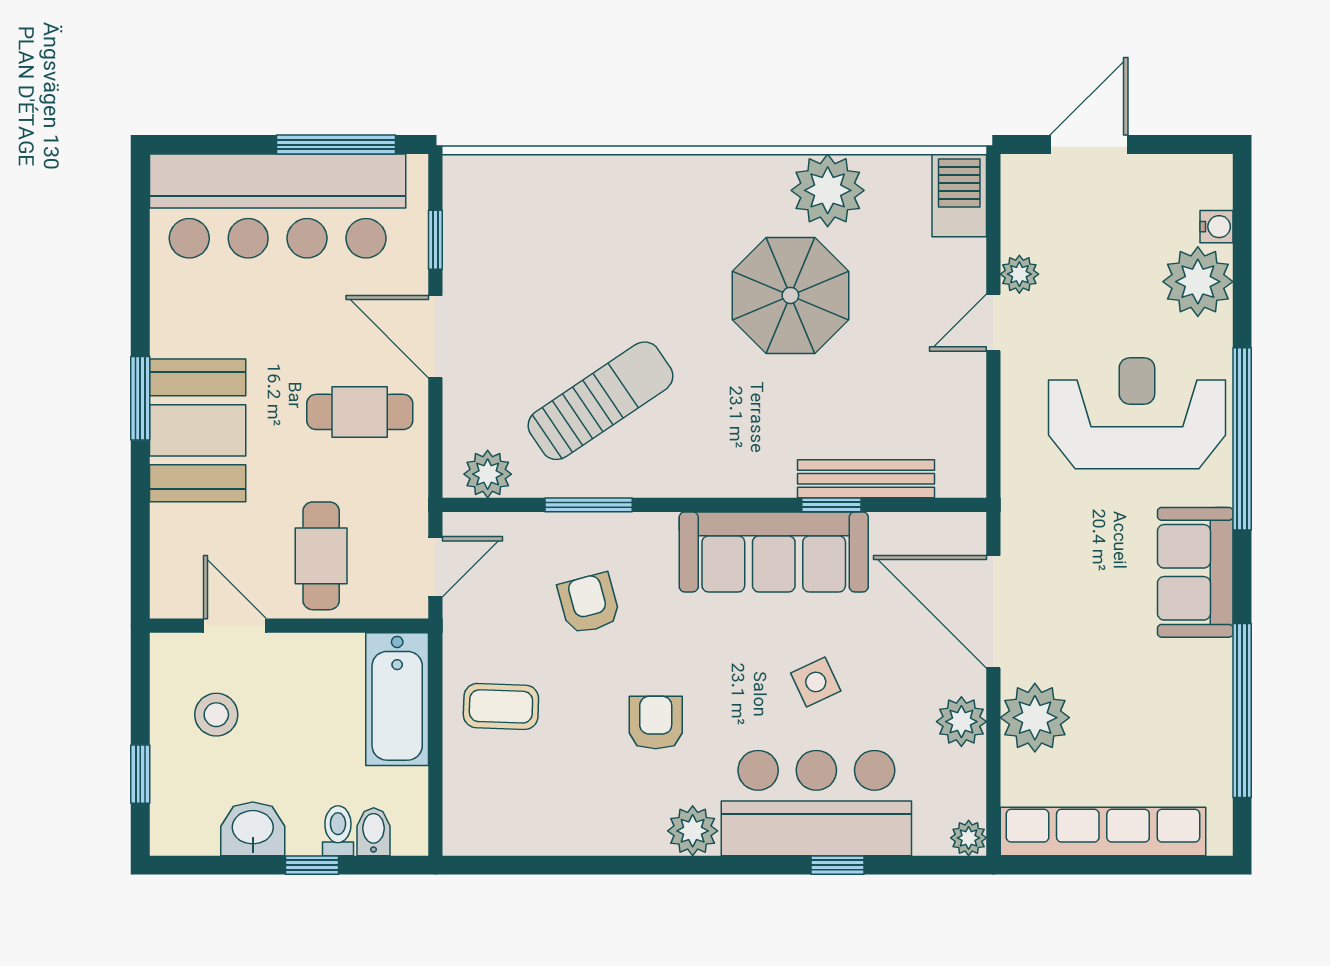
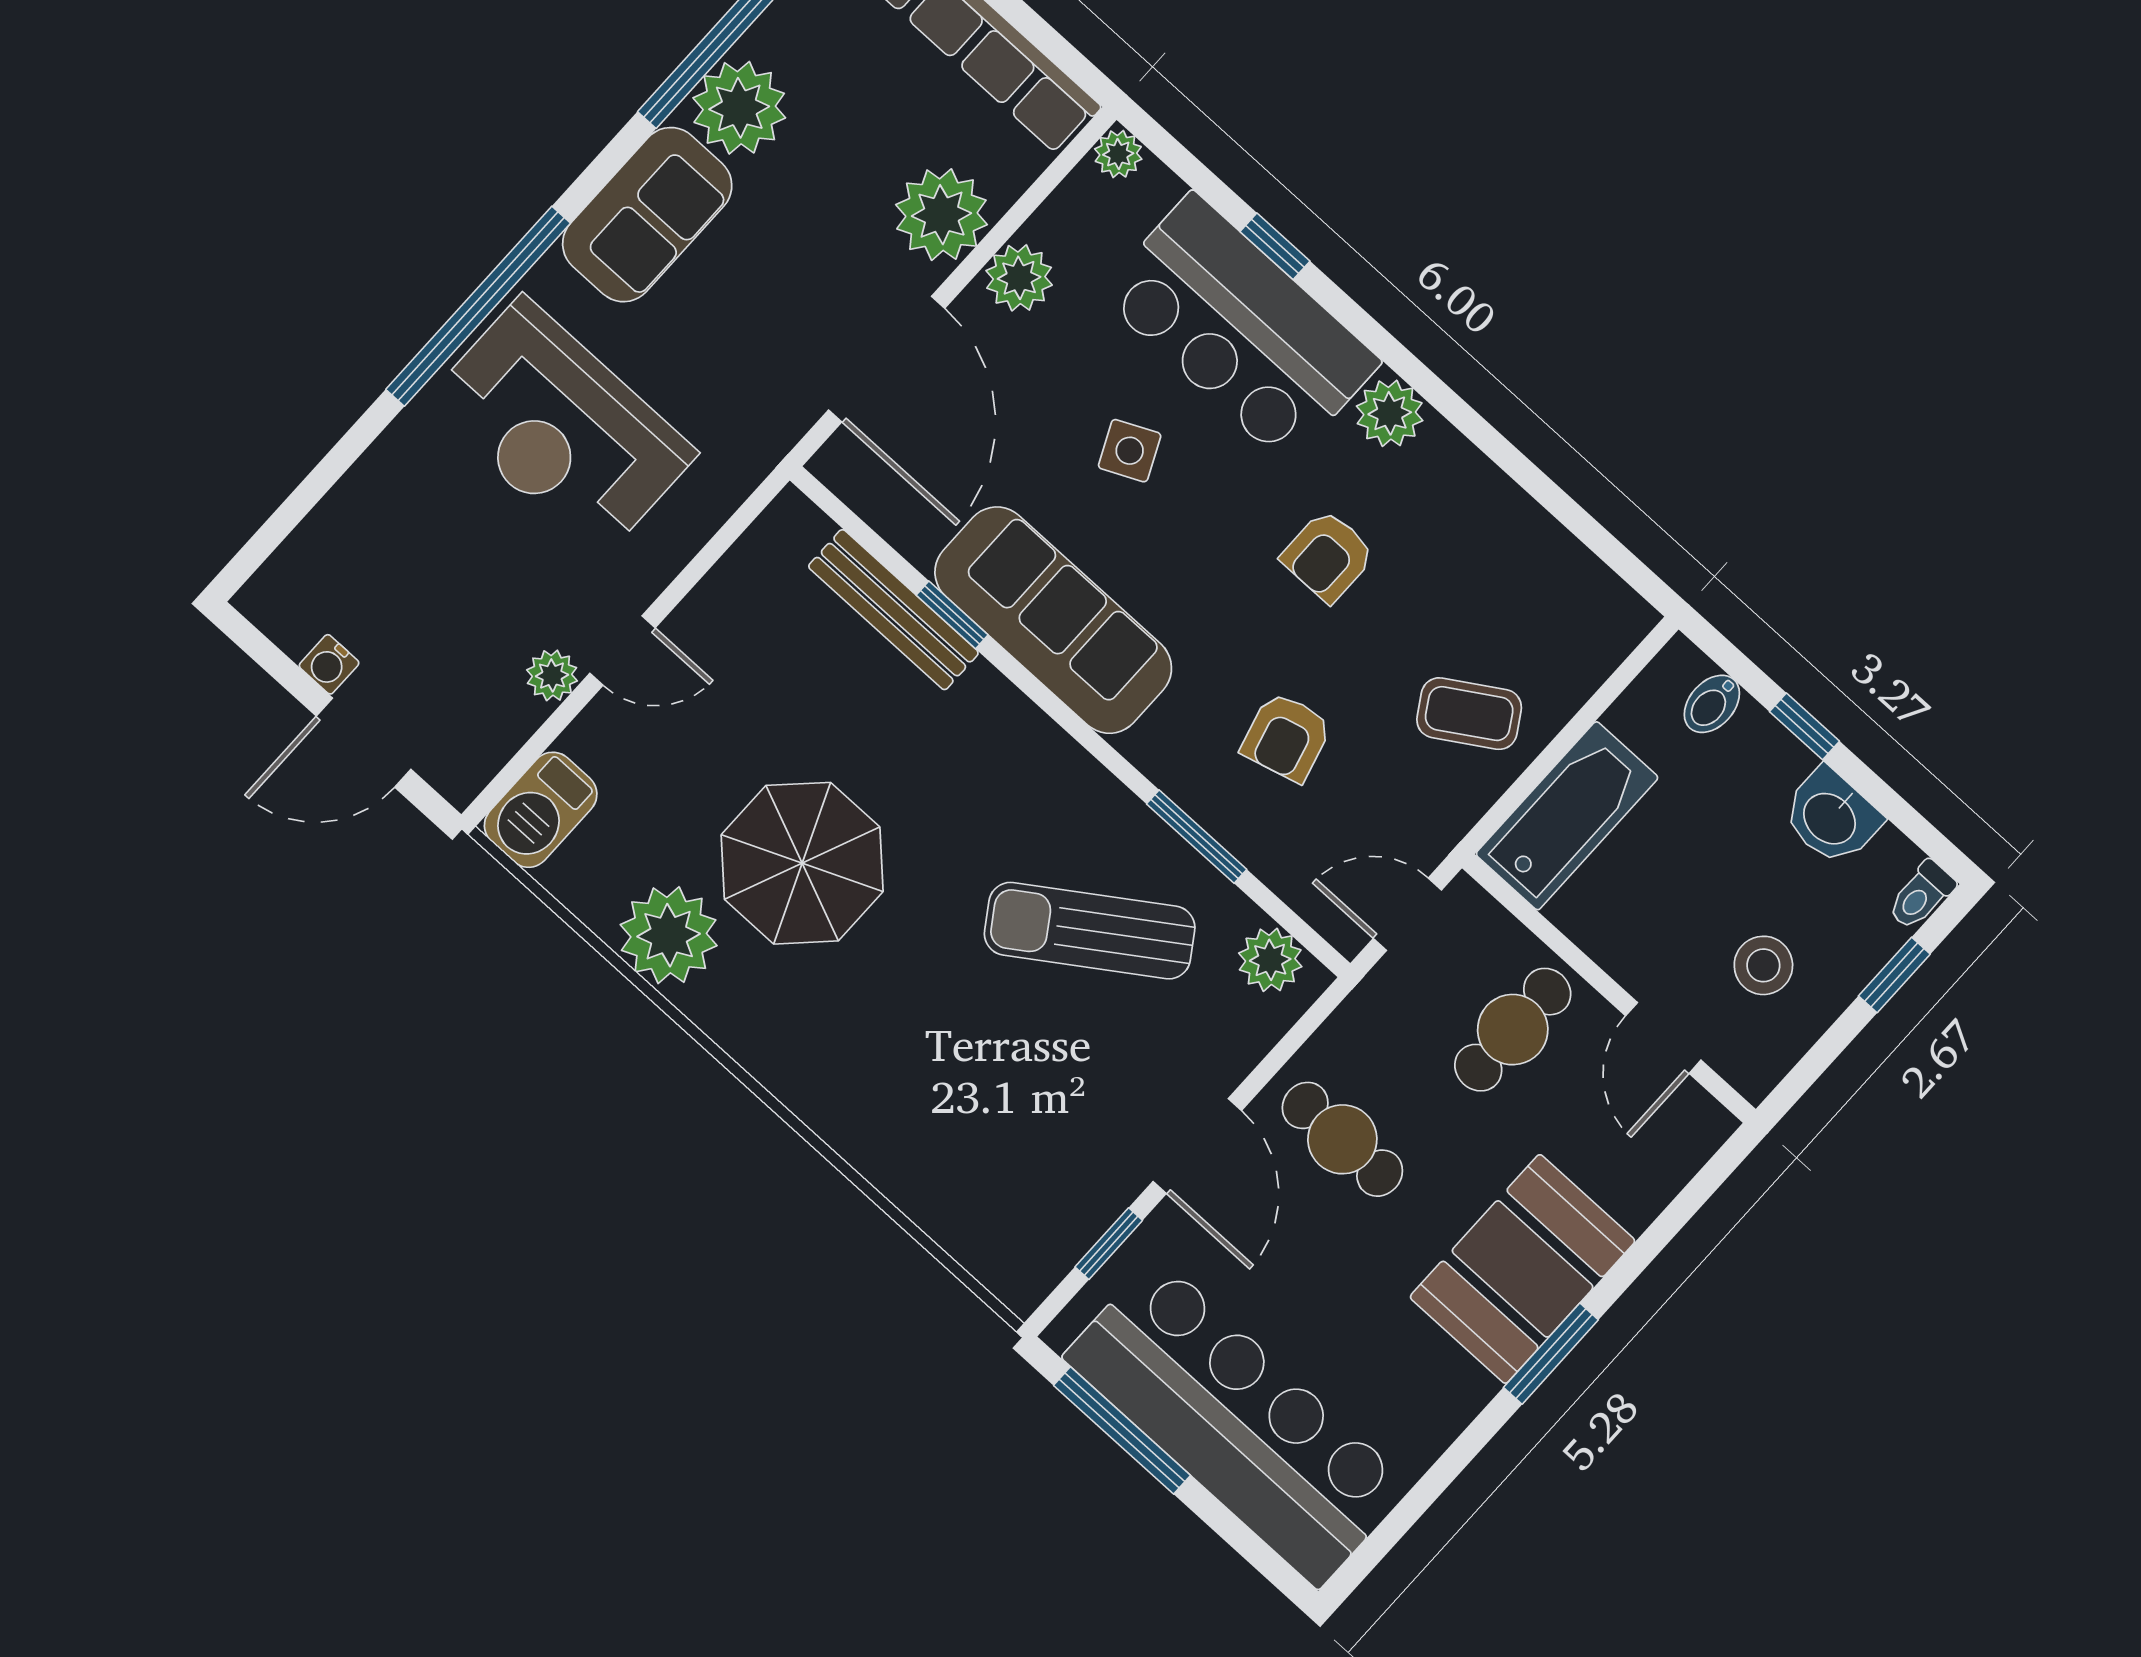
water cooler: (1216, 227) -> (329, 664), moved, turned -90
plant: (1198, 282) -> (739, 108), moved
coffee table: (501, 706) -> (1469, 714), turned -34
toilet: (338, 831) -> (1921, 895), moved

